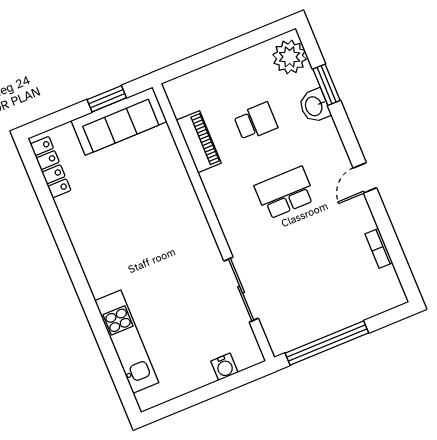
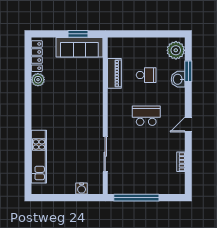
plant: (70, 208) -> (38, 80), added

